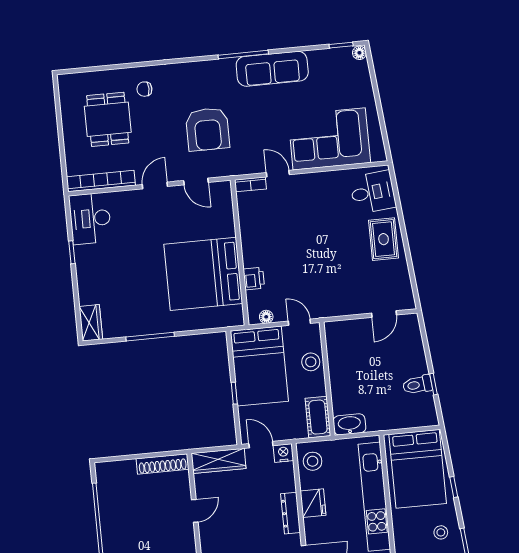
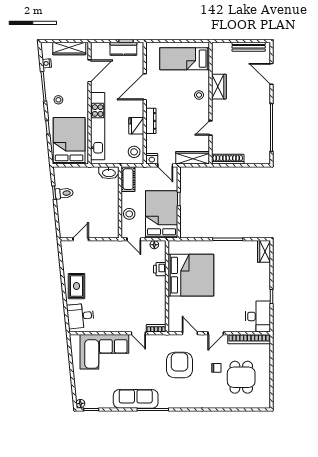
chair: (144, 89) -> (216, 368), moved

